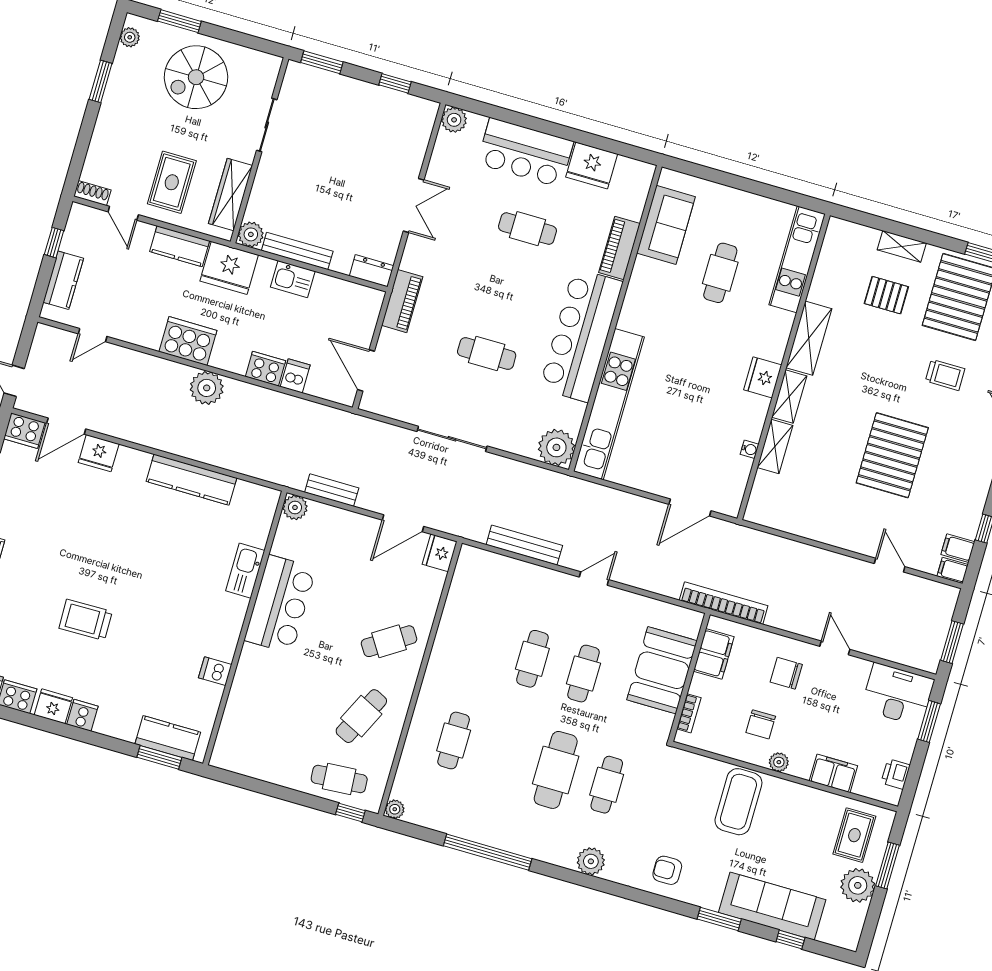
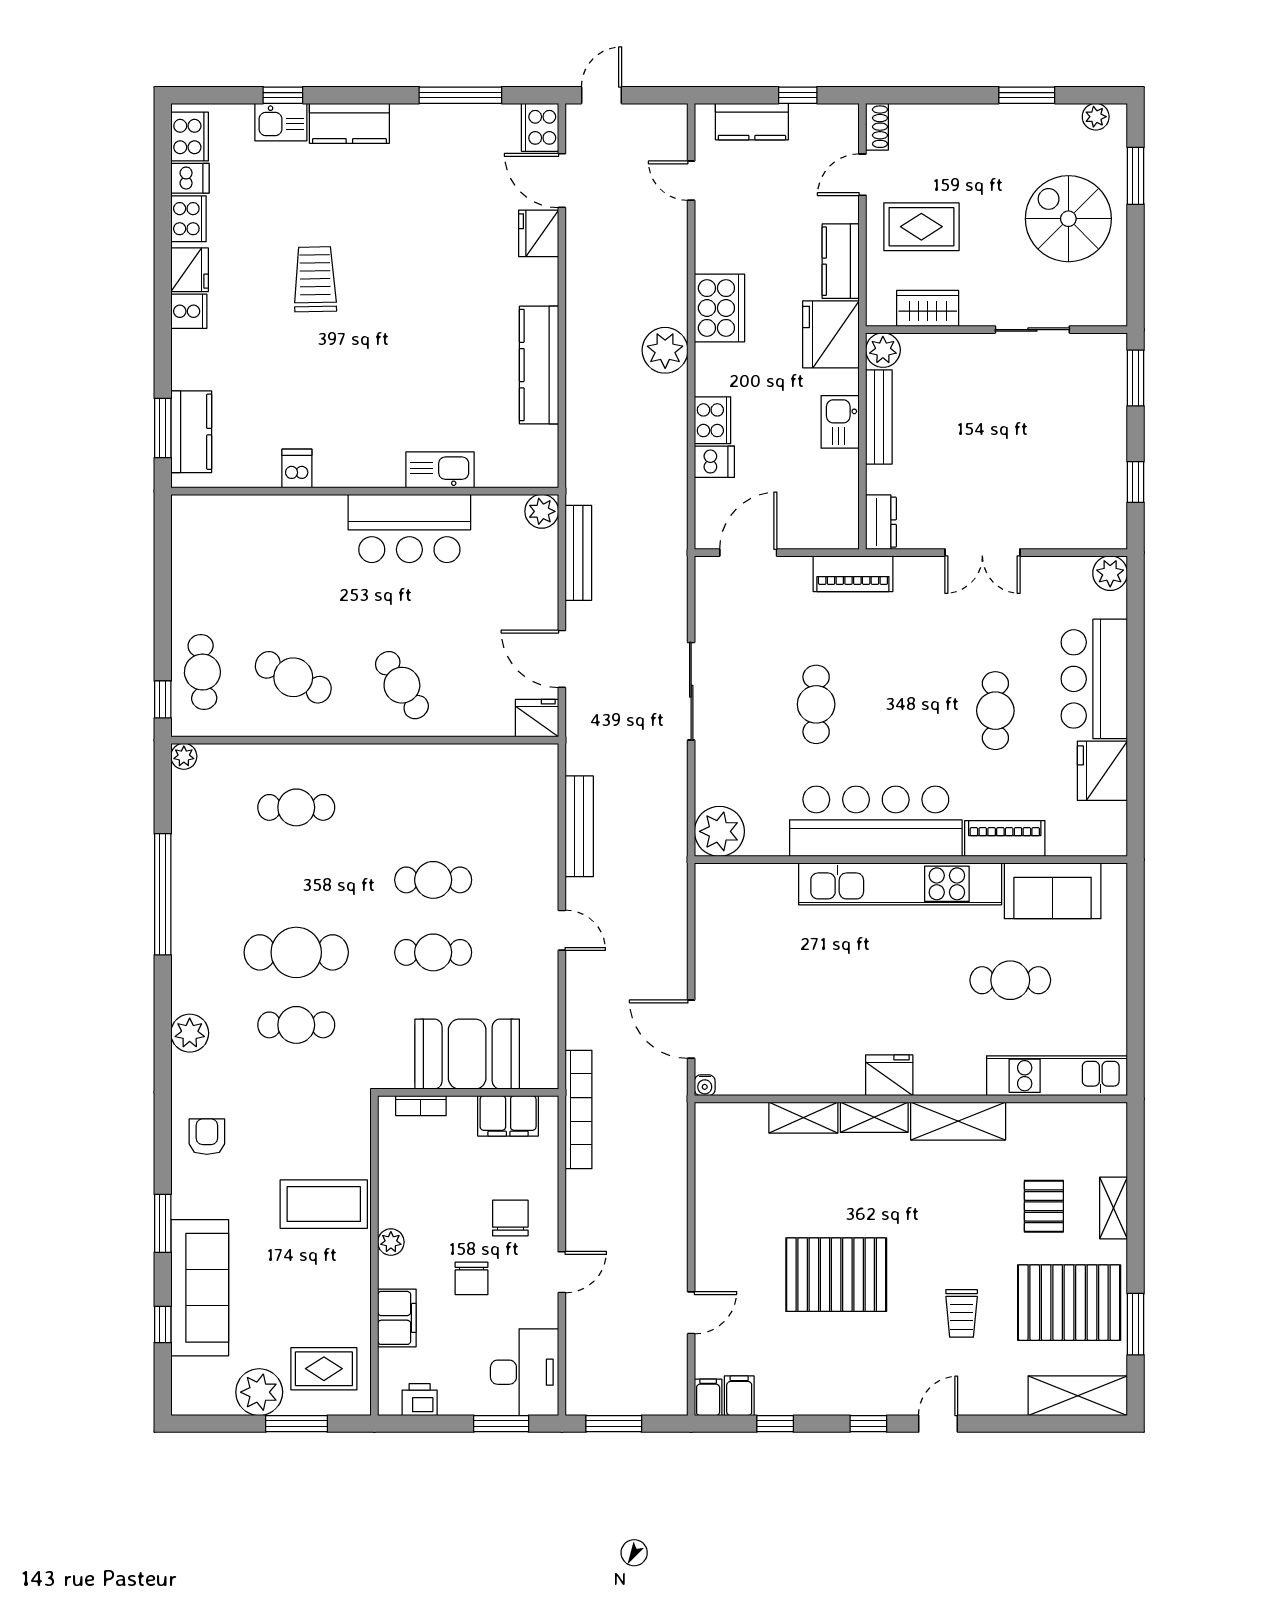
wardrobe: (231, 194) -> (928, 308), width x0.67
kitchen unit: (609, 404) -> (900, 884), moved
water cooler: (750, 449) -> (705, 1085), moved
bench: (332, 490) -> (578, 553), width x1.36
chair: (761, 724) -> (471, 1278), moved, turned -90

